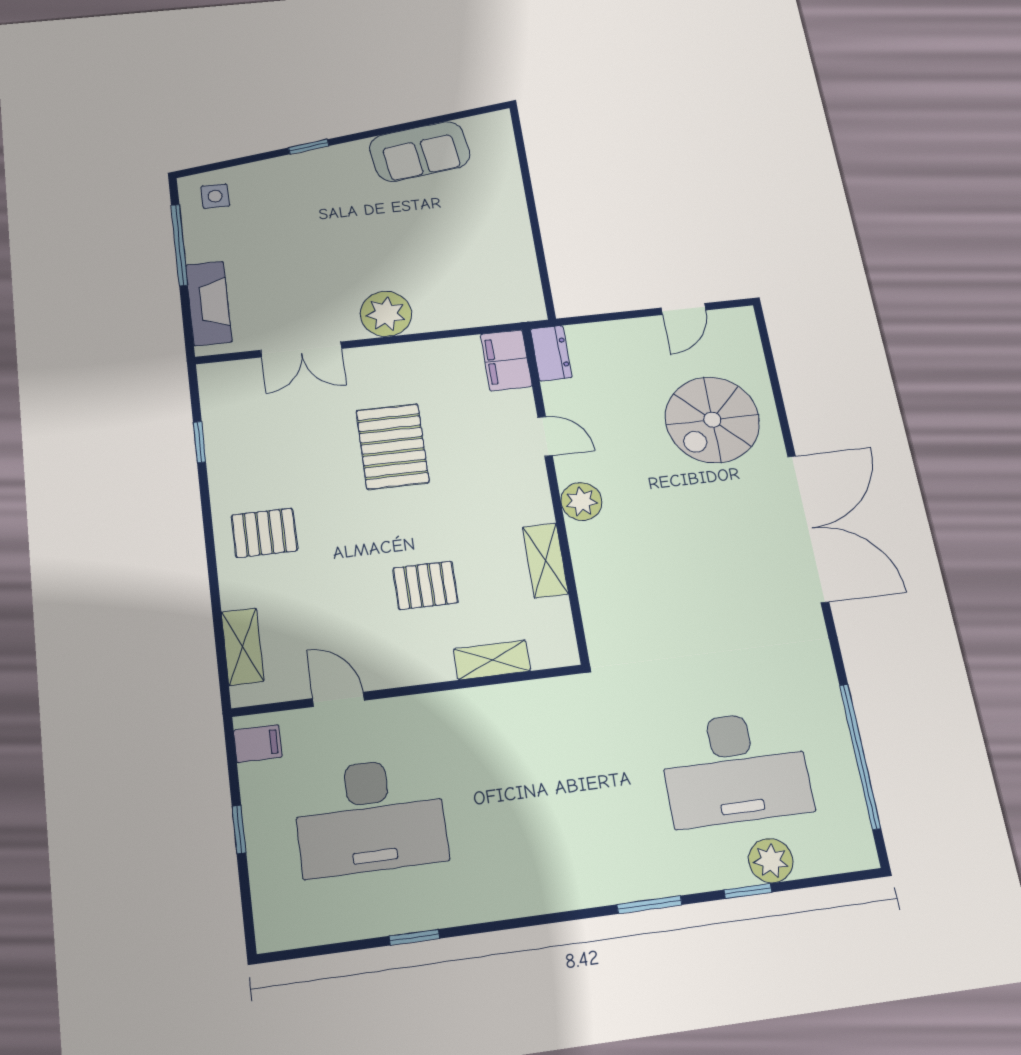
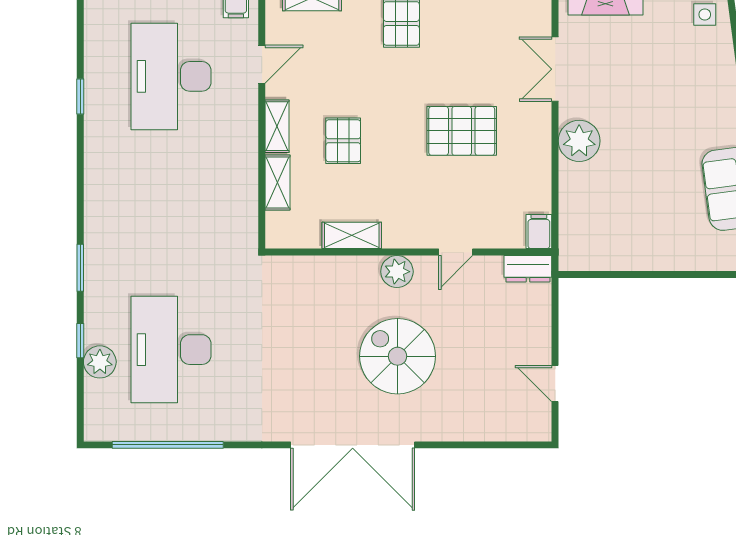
filing cabinet: (506, 360) -> (539, 232), width x0.50
spiral stairs: (712, 420) -> (398, 356), moved
shelving: (418, 670) -> (277, 126), added

